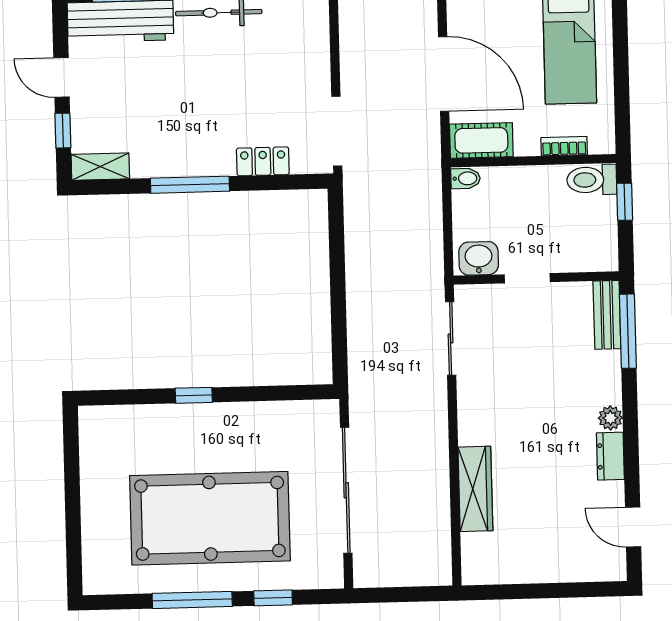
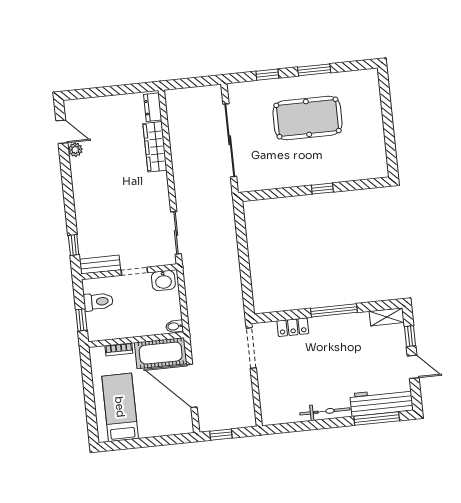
cot: (481, 140) -> (161, 353), width x1.37, depth x1.34
toilet: (592, 180) -> (98, 302), moved
bench: (607, 315) -> (100, 265), moved, turned 90
window: (628, 331) -> (74, 245), width x0.46
plant: (610, 418) -> (75, 150), moved
dresser: (610, 456) -> (153, 107), moved, turned 180
pool table: (210, 518) -> (307, 118), width x0.73, depth x0.76
window: (192, 600) -> (314, 70), width x0.69

